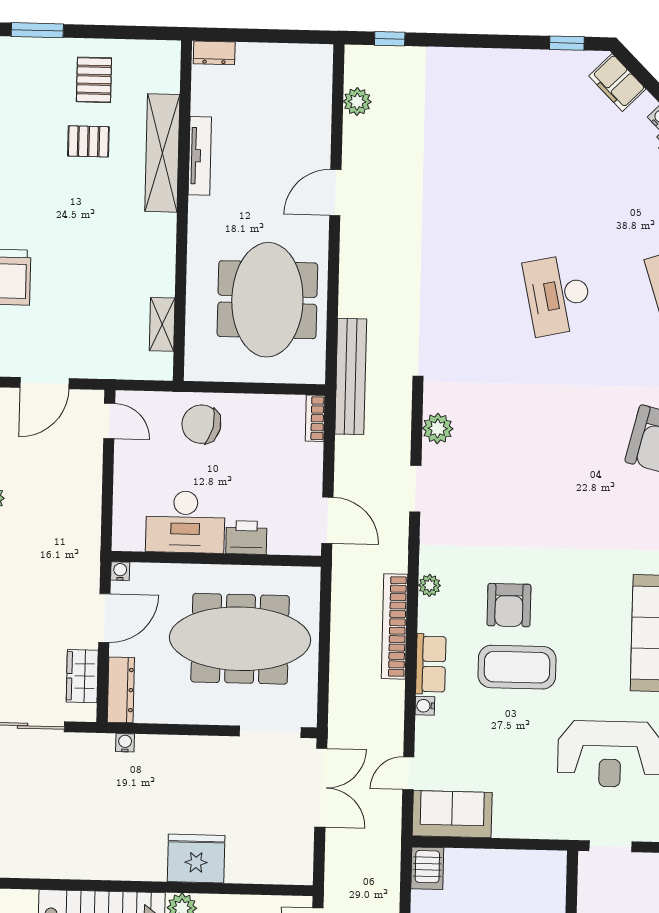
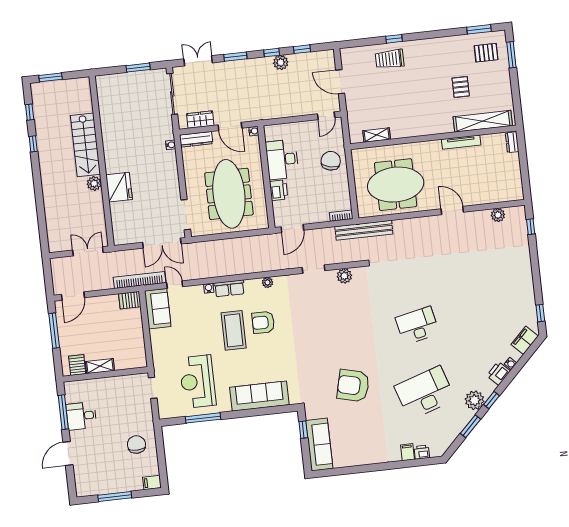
pallet: (94, 80) -> (486, 53), moved
shelving: (162, 153) -> (483, 121), moved
bookcase: (395, 626) -> (139, 280), moved

